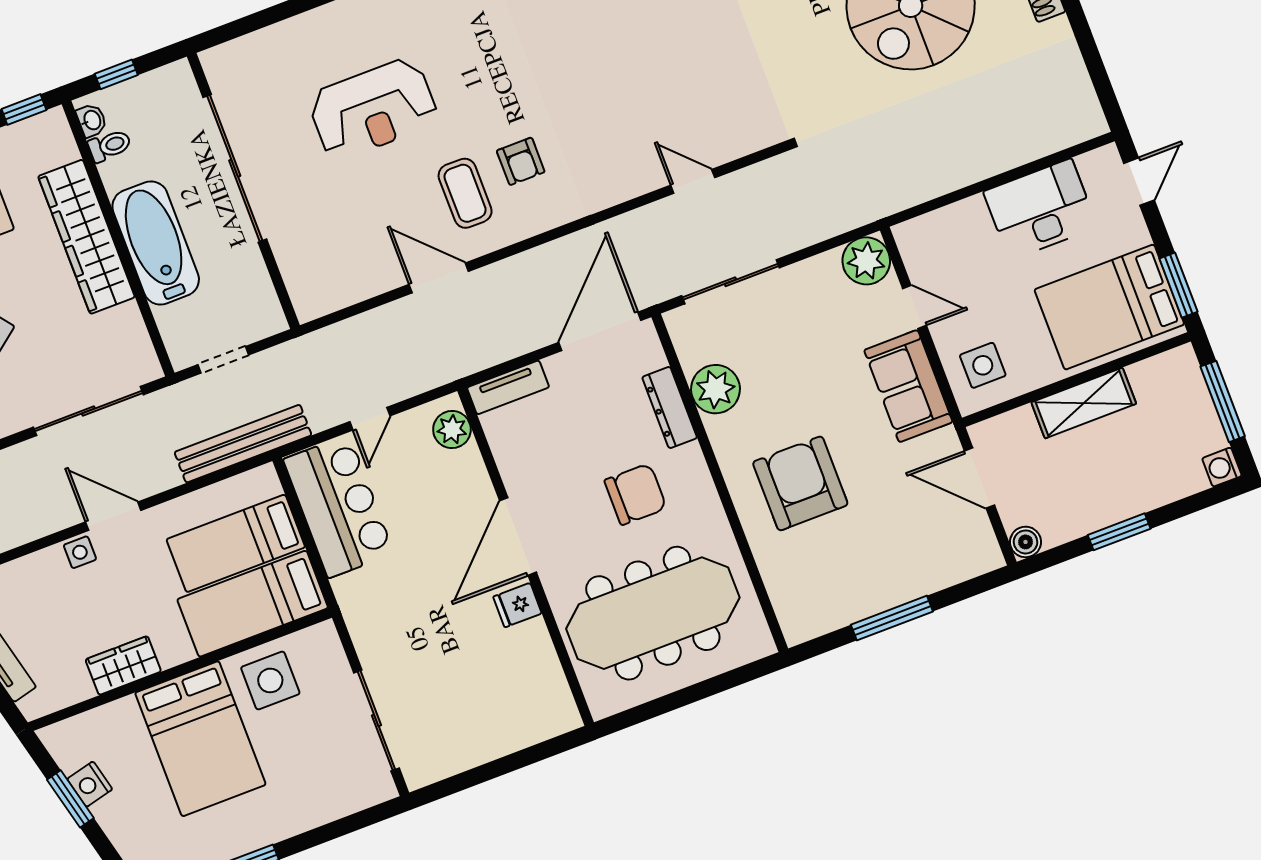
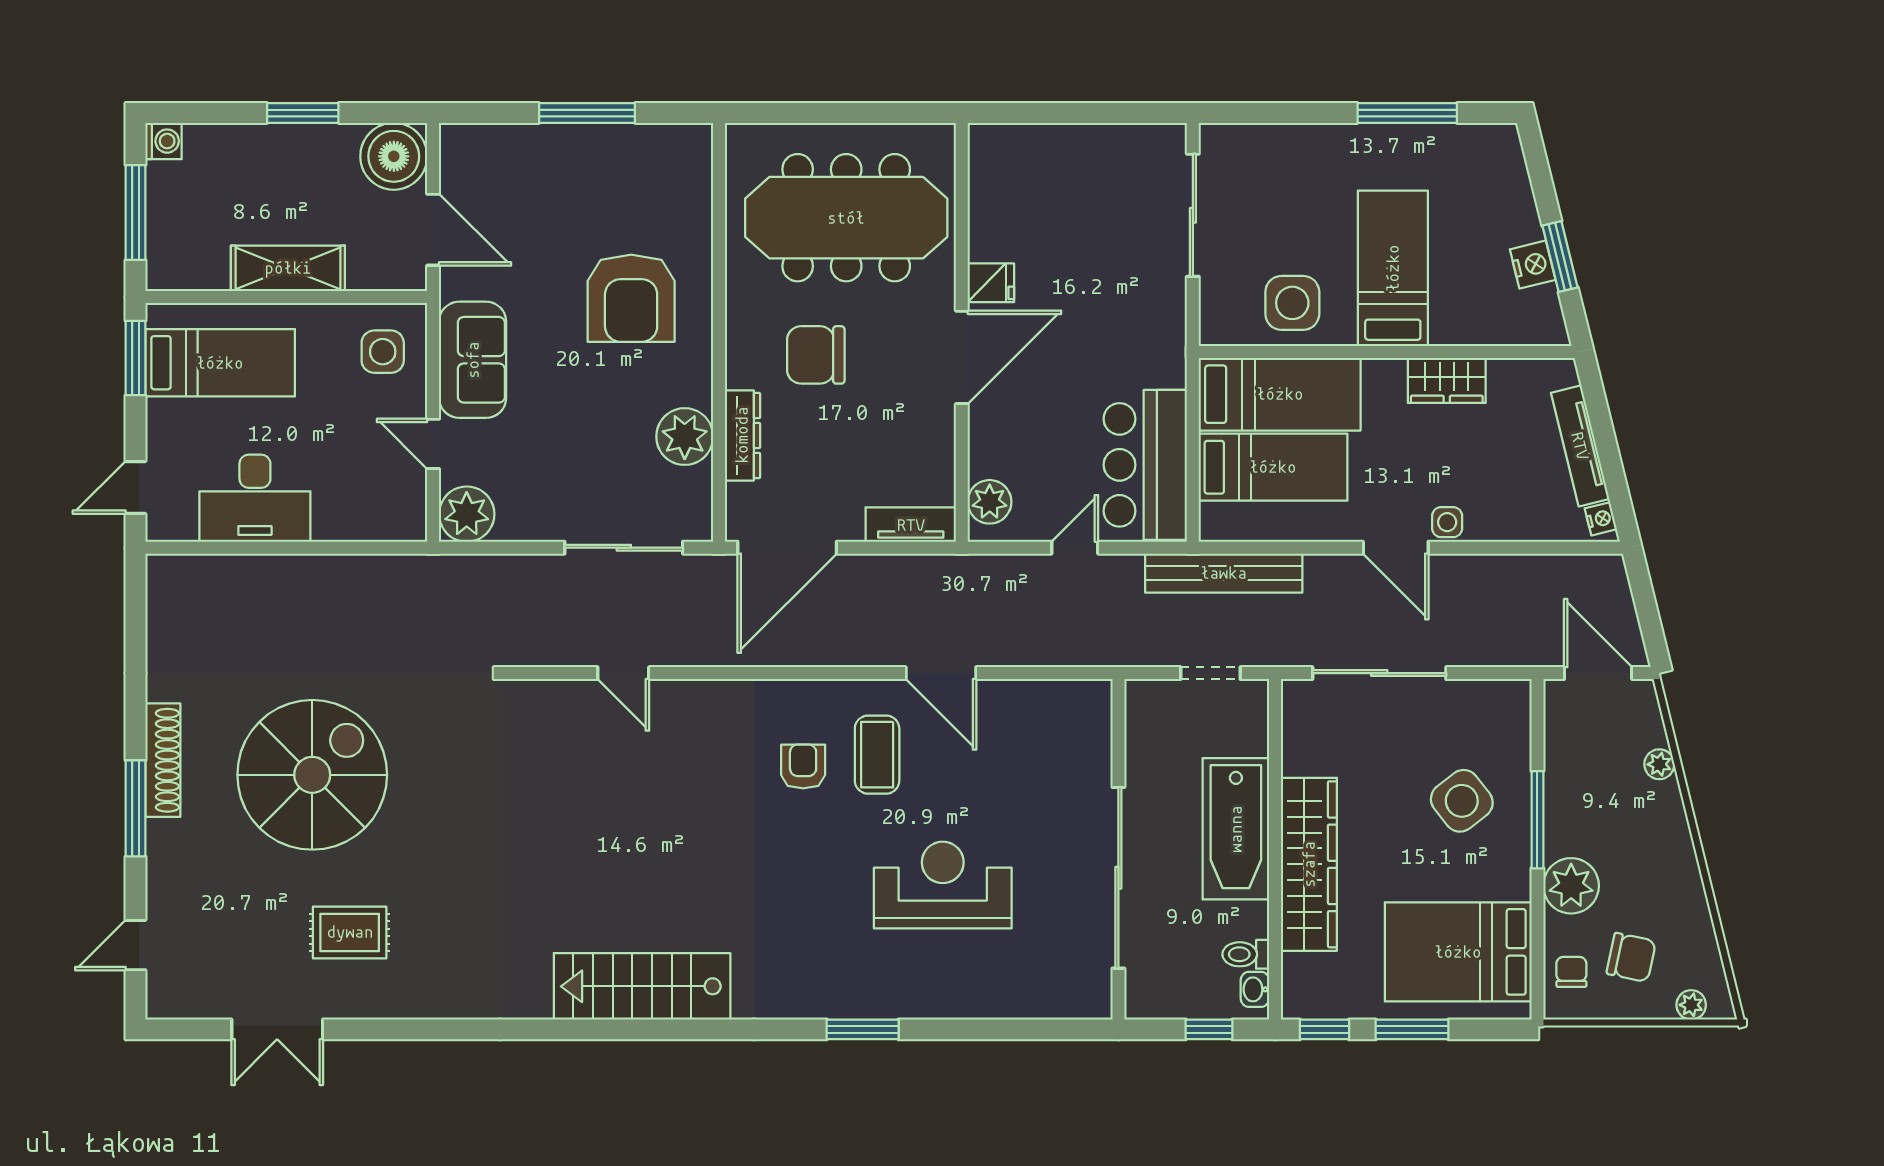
bed: (1109, 307) -> (220, 363), width x0.67
boiler: (1026, 542) -> (394, 156), width x1.86, depth x1.86
bed: (200, 739) -> (1393, 268), width x0.67

